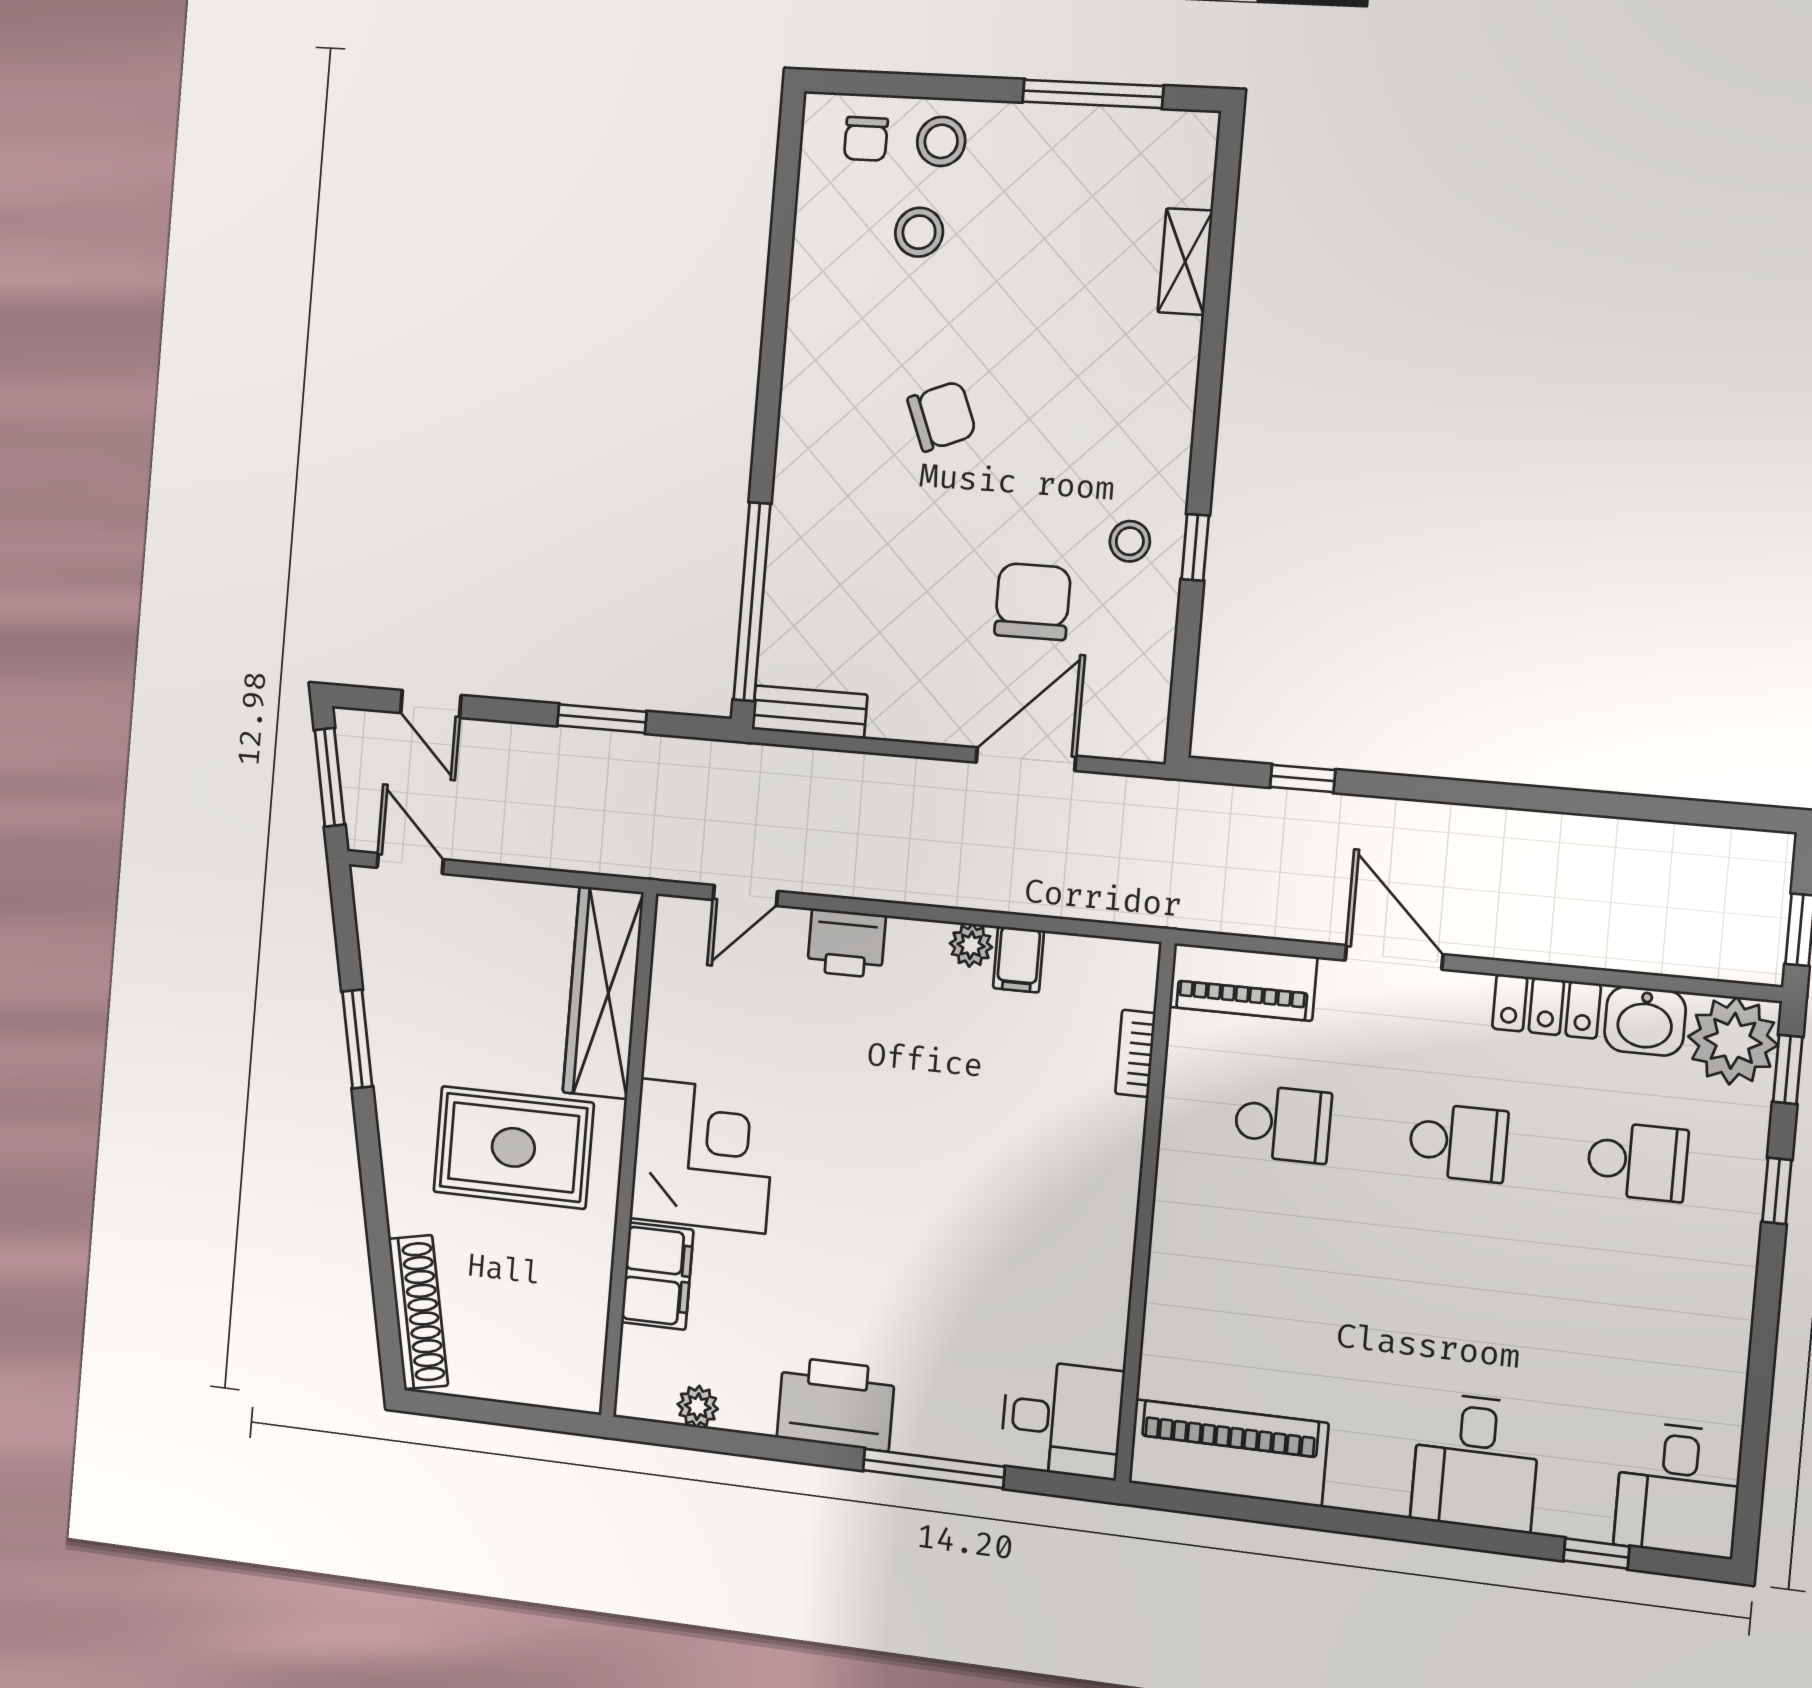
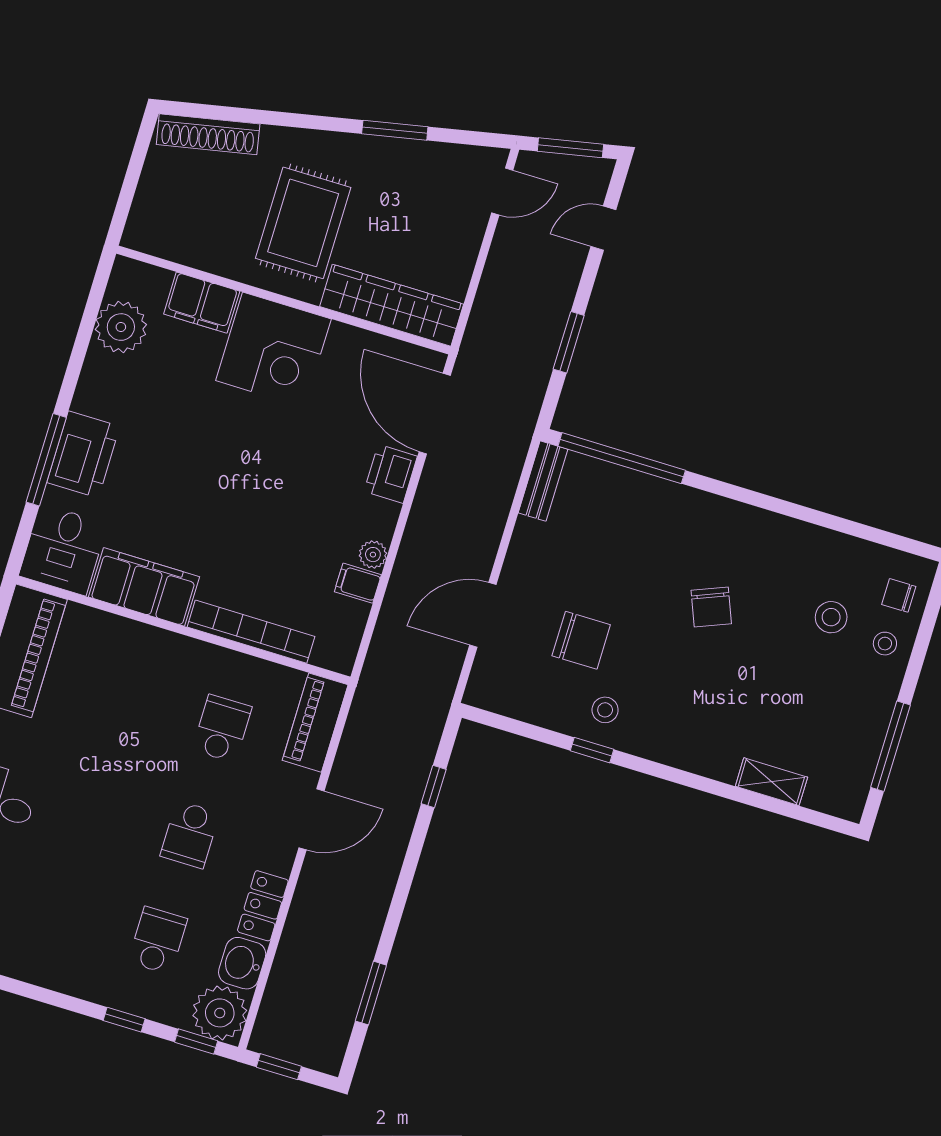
stool: (941, 141) -> (885, 644), width x0.73, depth x0.73
door: (1026, 759) -> (483, 615), swing flipped
window: (1649, 808) -> (371, 993), added
door: (745, 896) -> (435, 414), width x1.88
bookcase: (1135, 1053) -> (251, 632), width x2.31, depth x1.31
school desk: (1283, 1124) -> (222, 729), turned 180
school desk: (1637, 1161) -> (158, 940), turned 180
filing cabinet: (1092, 1285) -> (144, 587), added
printer: (836, 1404) -> (83, 454), moved
plant: (698, 1407) -> (121, 327), width x1.87, depth x1.87

